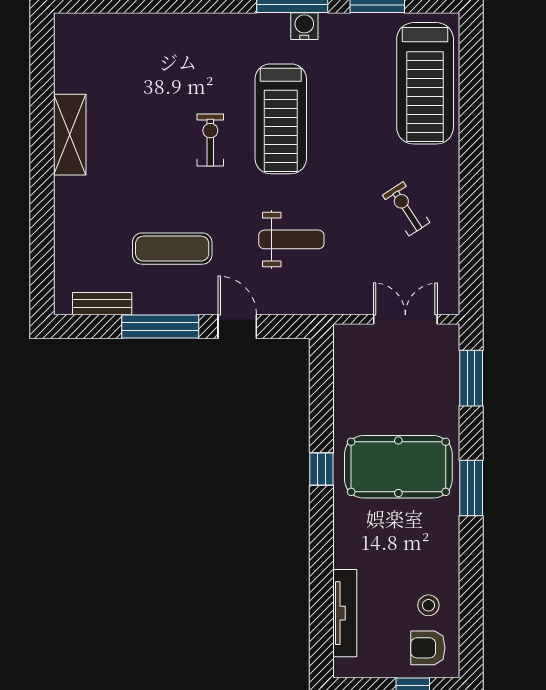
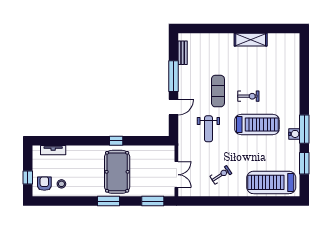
treadmill: (281, 119) -> (257, 124), turned 180
exercise mat: (172, 249) -> (218, 91), moved
tv unit: (345, 613) -> (53, 150), width x0.71

